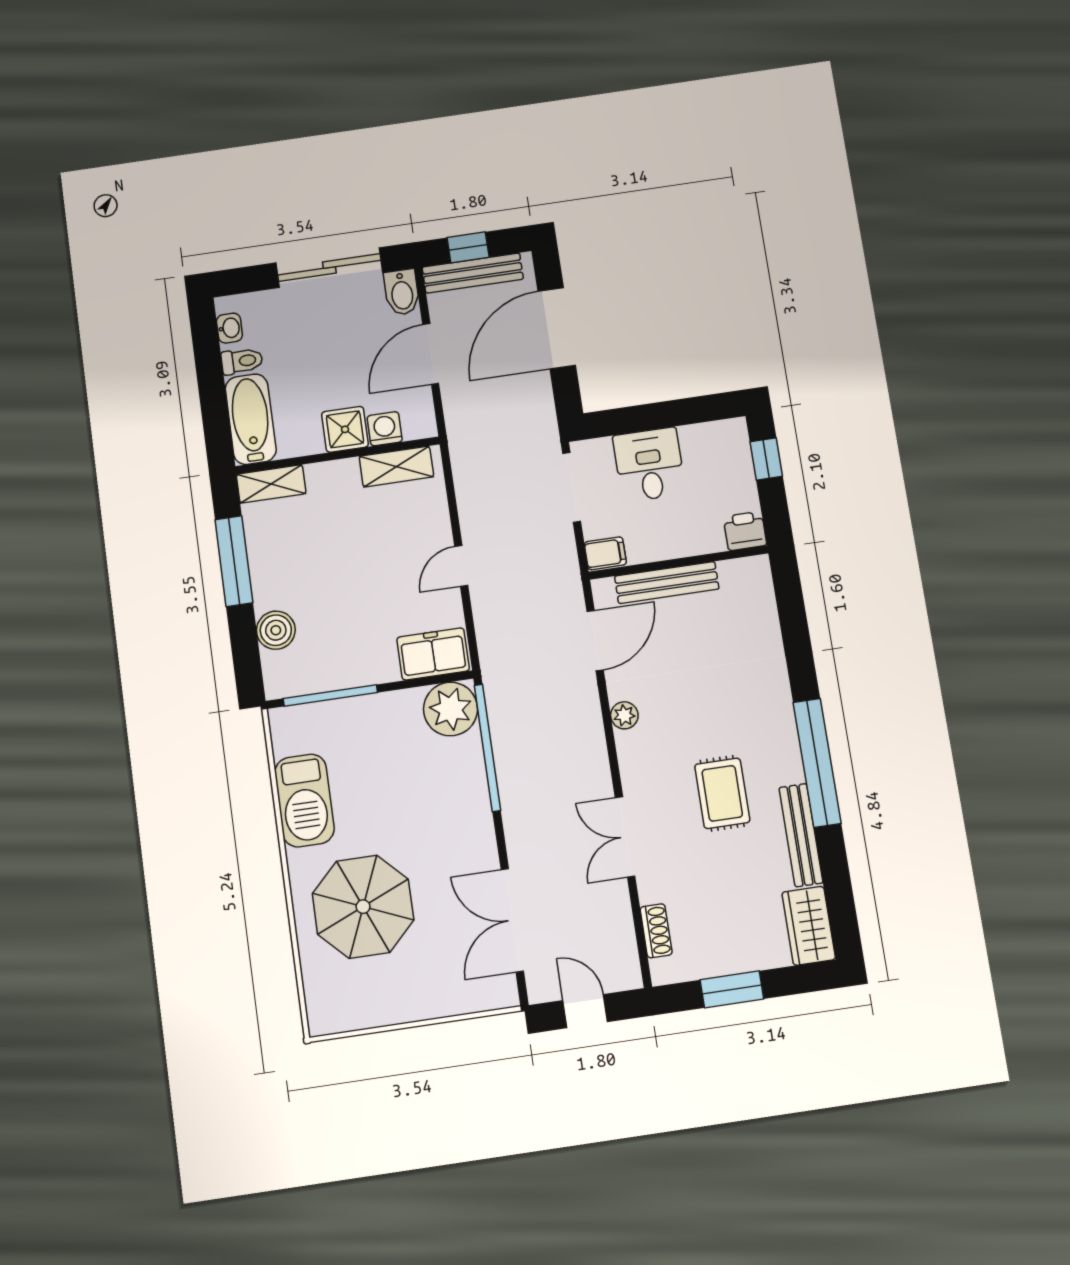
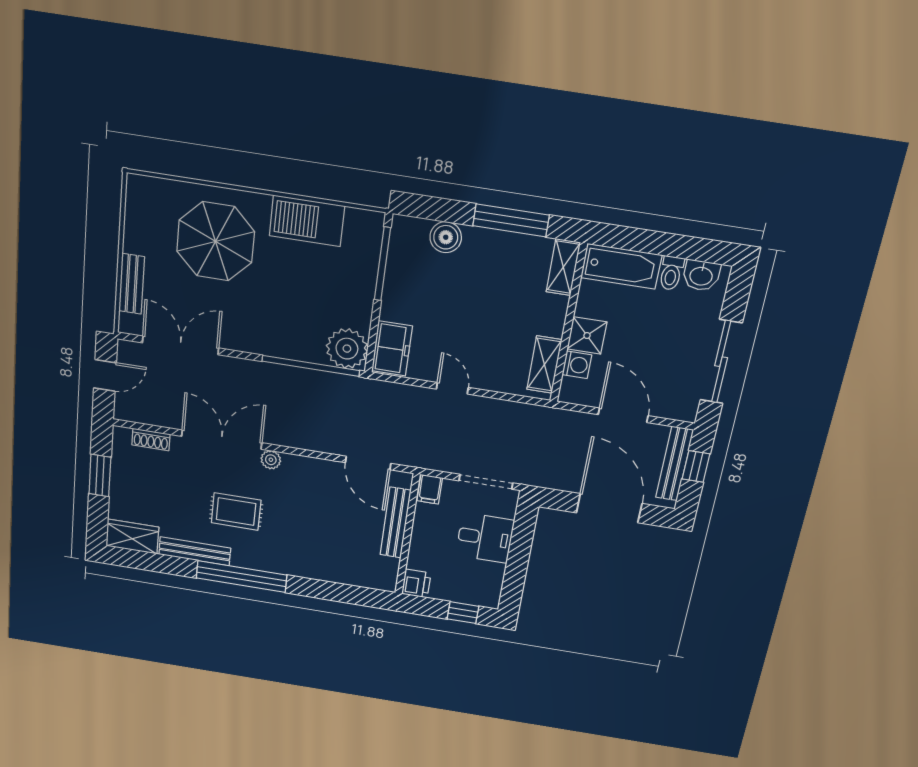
bidet: (402, 292) -> (680, 409), removed
washbasin: (229, 328) -> (701, 275), width x1.38, depth x1.45
plant: (624, 715) -> (271, 460), moved
double door: (625, 837) -> (222, 440), width x1.37
bench: (450, 1002) -> (132, 284), added

